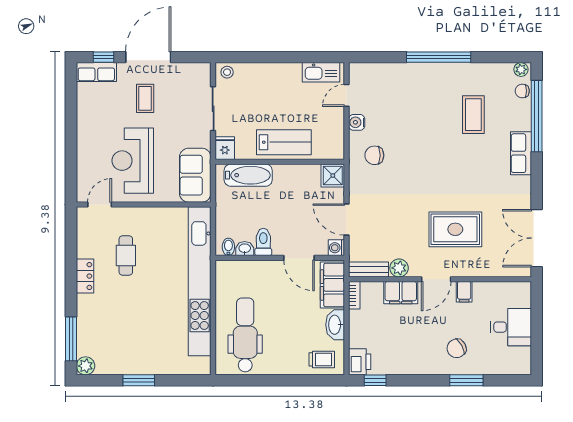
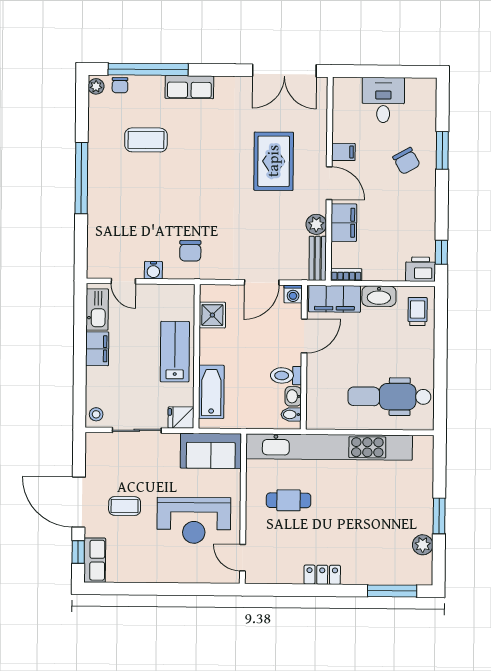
filing cabinet: (286, 73) -> (97, 349), added
shower: (333, 176) -> (212, 315), moved
cafe table: (126, 255) -> (289, 500), moved
plant: (86, 366) -> (423, 545), moved

